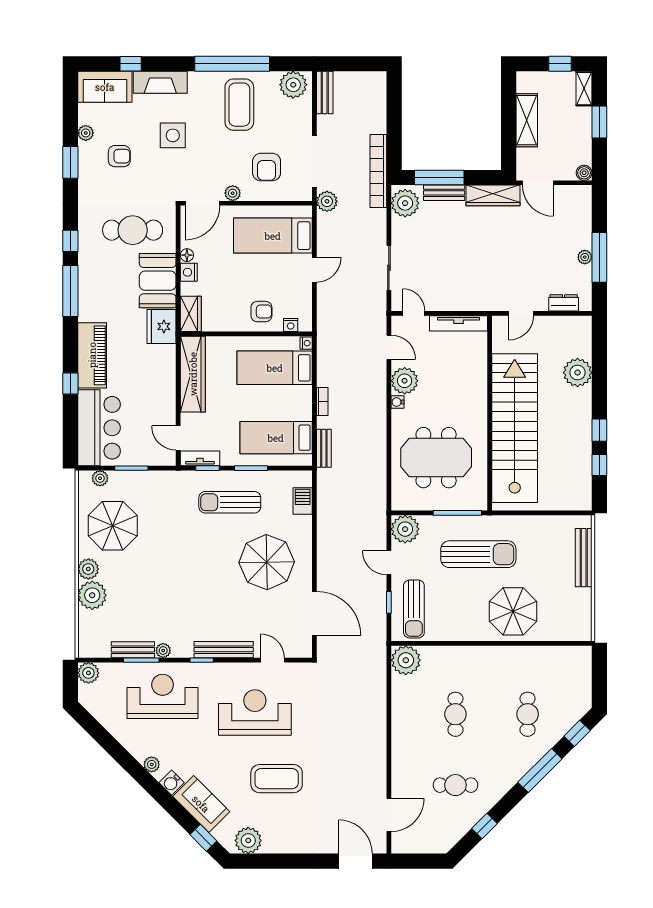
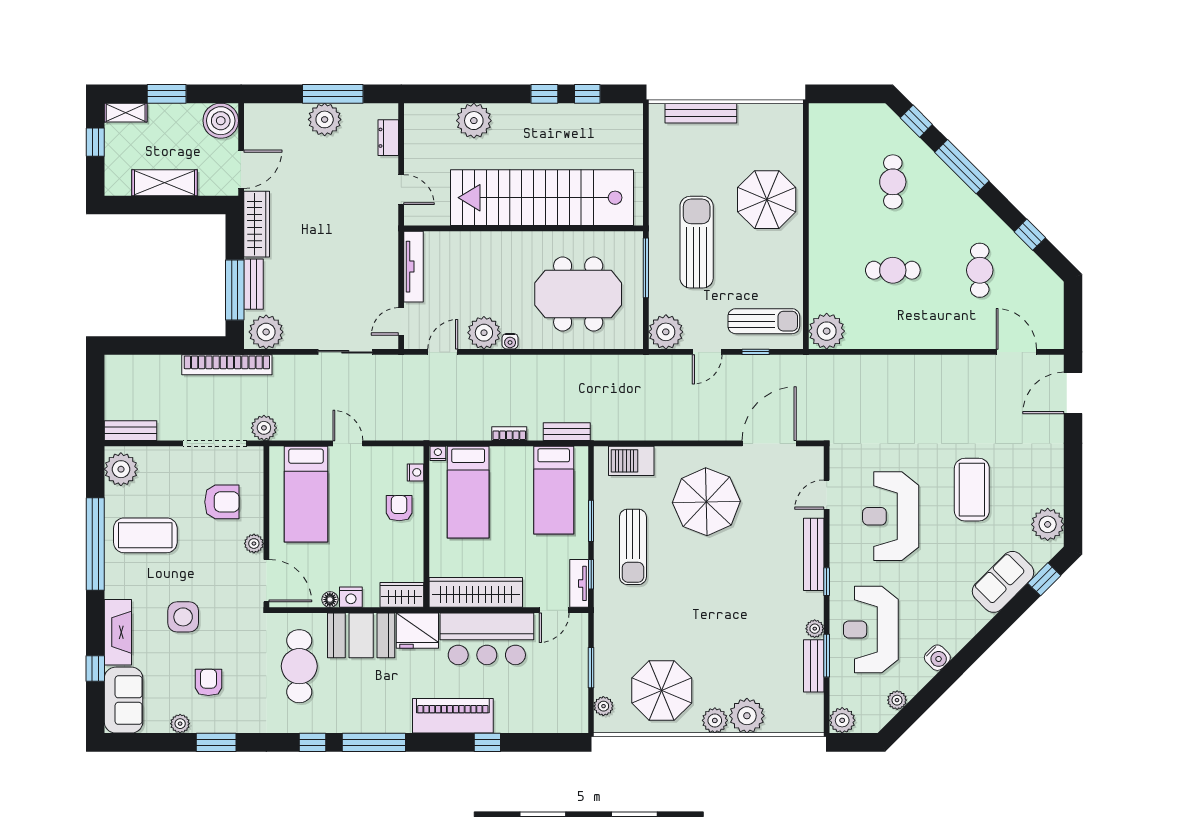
boiler: (584, 173) -> (221, 121), width x1.86, depth x1.86
plant: (585, 257) -> (325, 119), width x1.88, depth x1.88
bar counter: (99, 428) -> (487, 639), moved, turned 180
meeting table: (436, 458) -> (578, 294), turned 90
barbecue: (303, 501) -> (631, 461), width x1.38, depth x1.27
cafe table: (528, 714) -> (893, 182), turned 90
plant: (152, 764) -> (897, 700), moved
water cooler: (172, 783) -> (937, 658), moved

